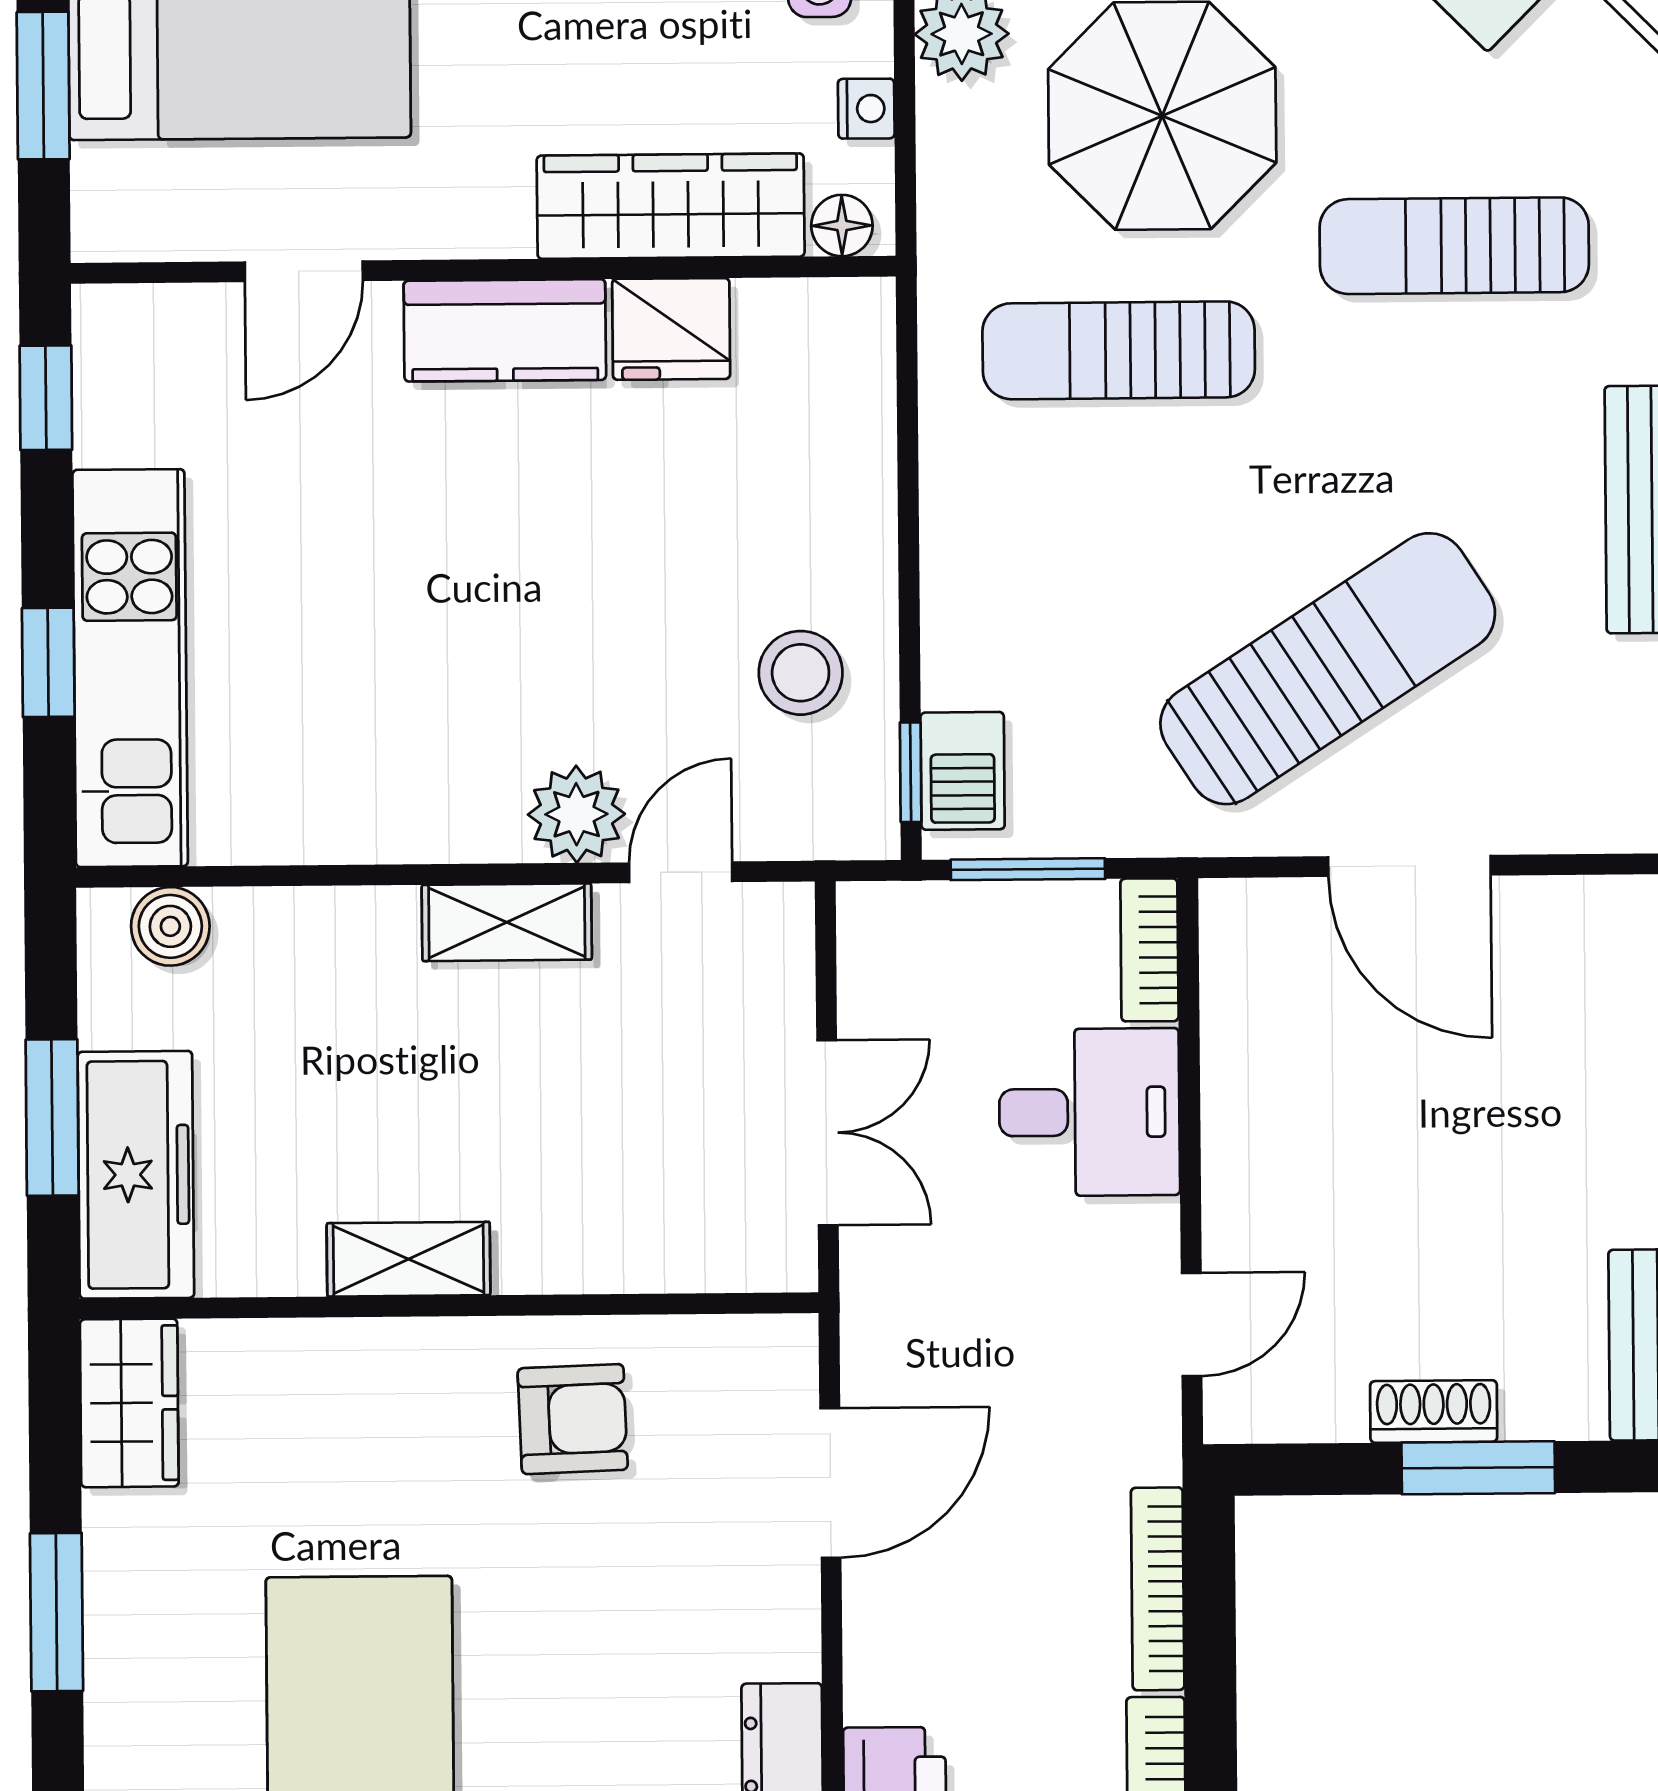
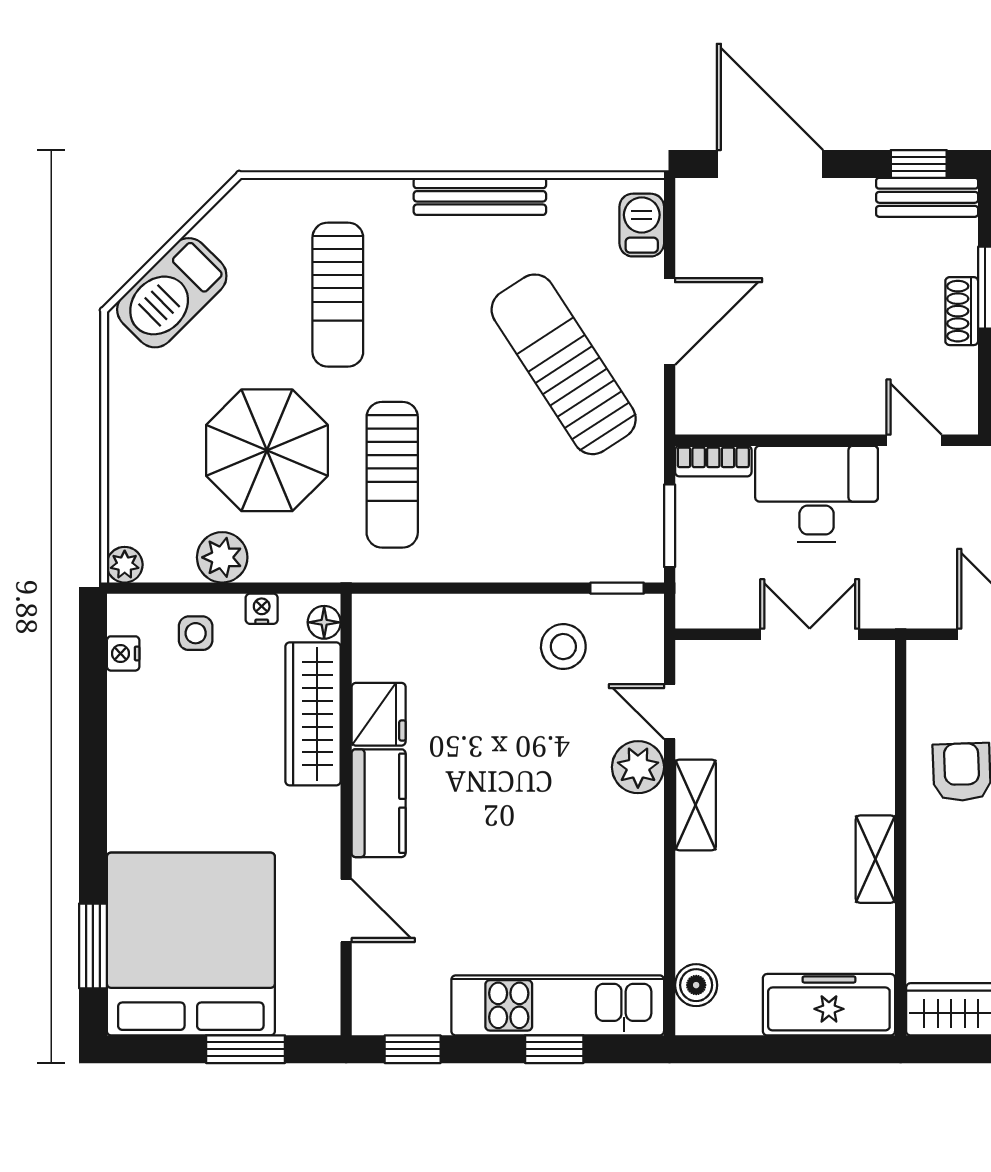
barbecue: (963, 771) -> (642, 225), moved, turned -90
desk: (1089, 1112) -> (817, 494), width x1.37
window: (52, 1117) -> (798, 1049), removed

